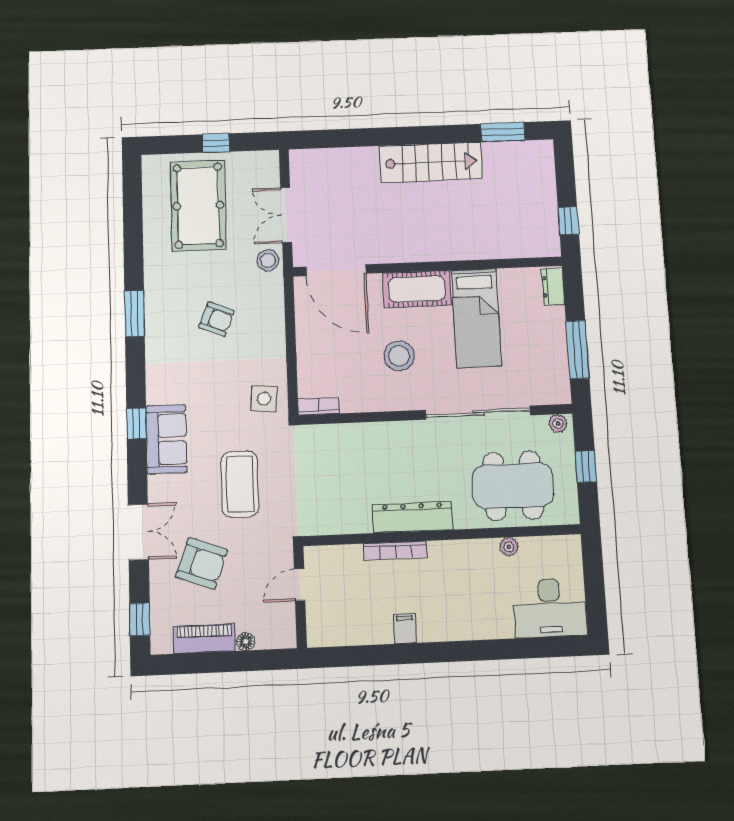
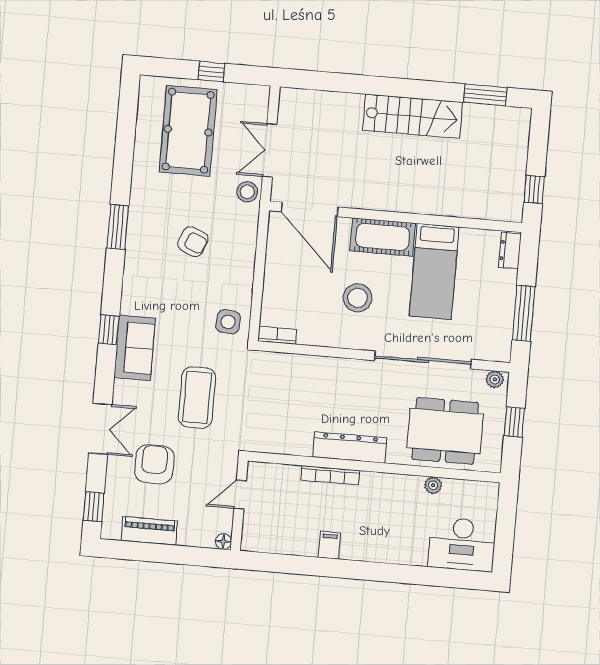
armchair: (202, 563) -> (154, 464), turned -110
floor lamp: (246, 641) -> (224, 541), moved

